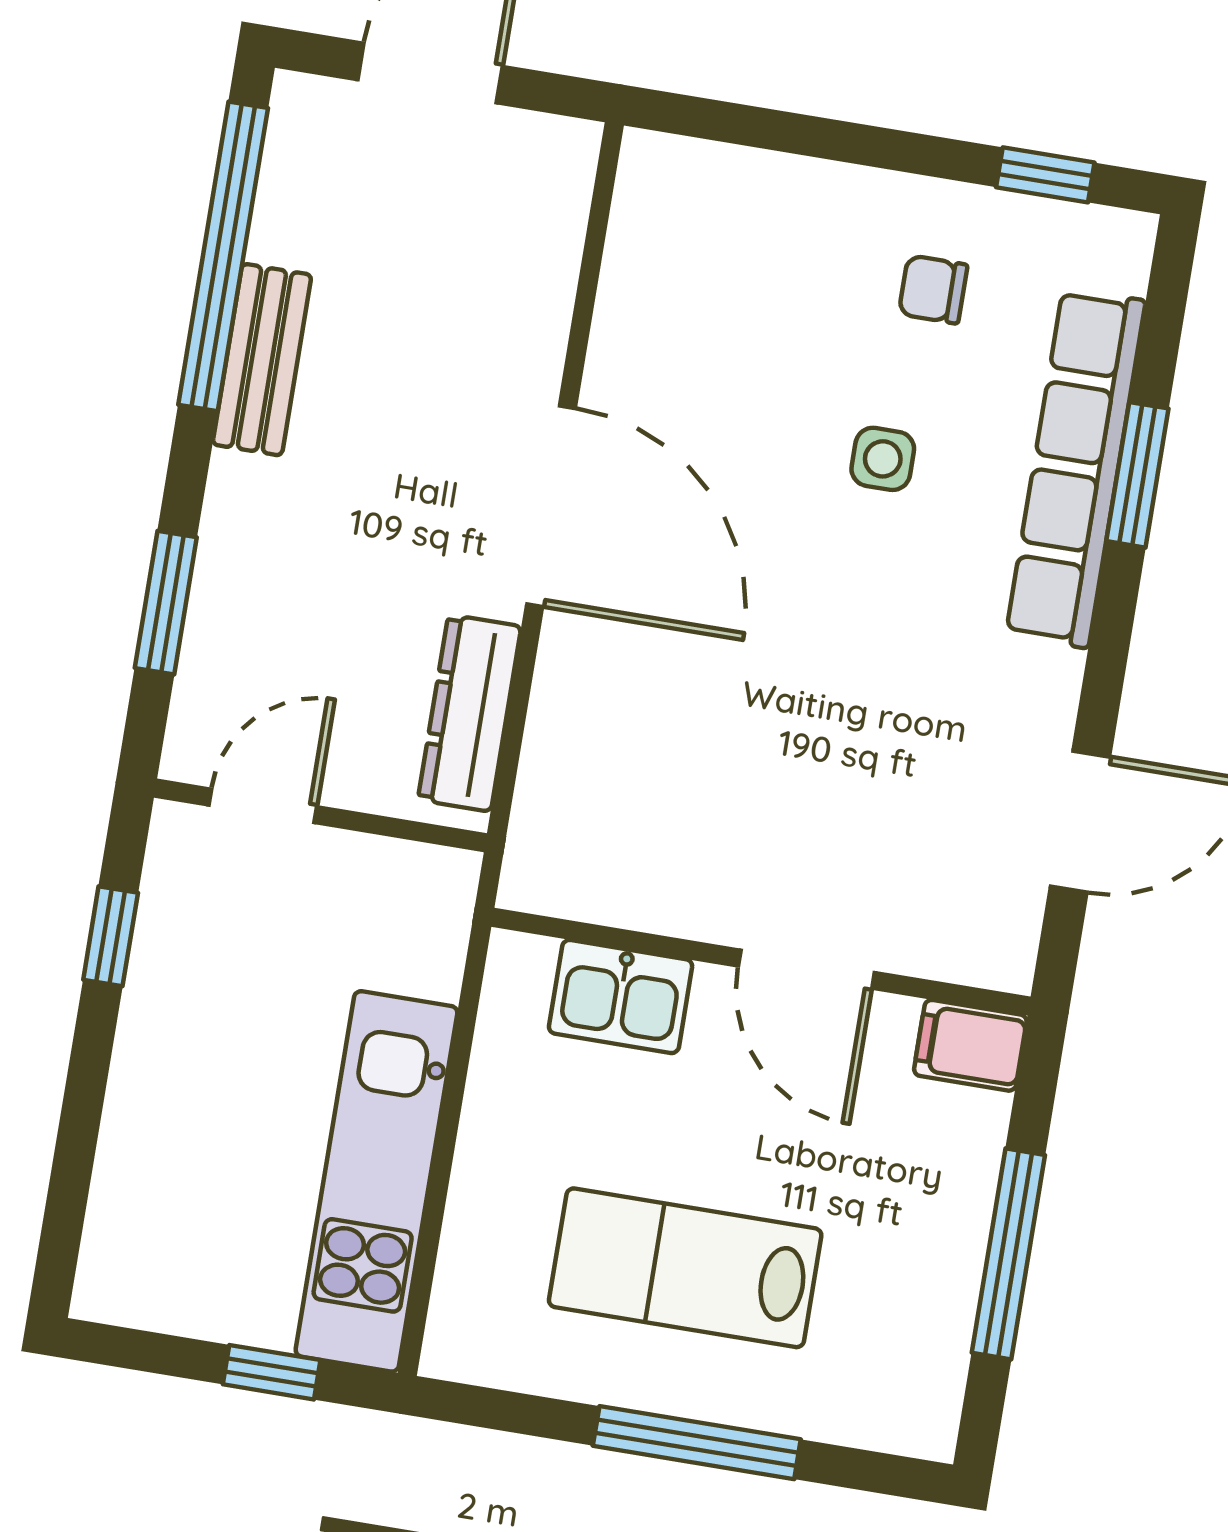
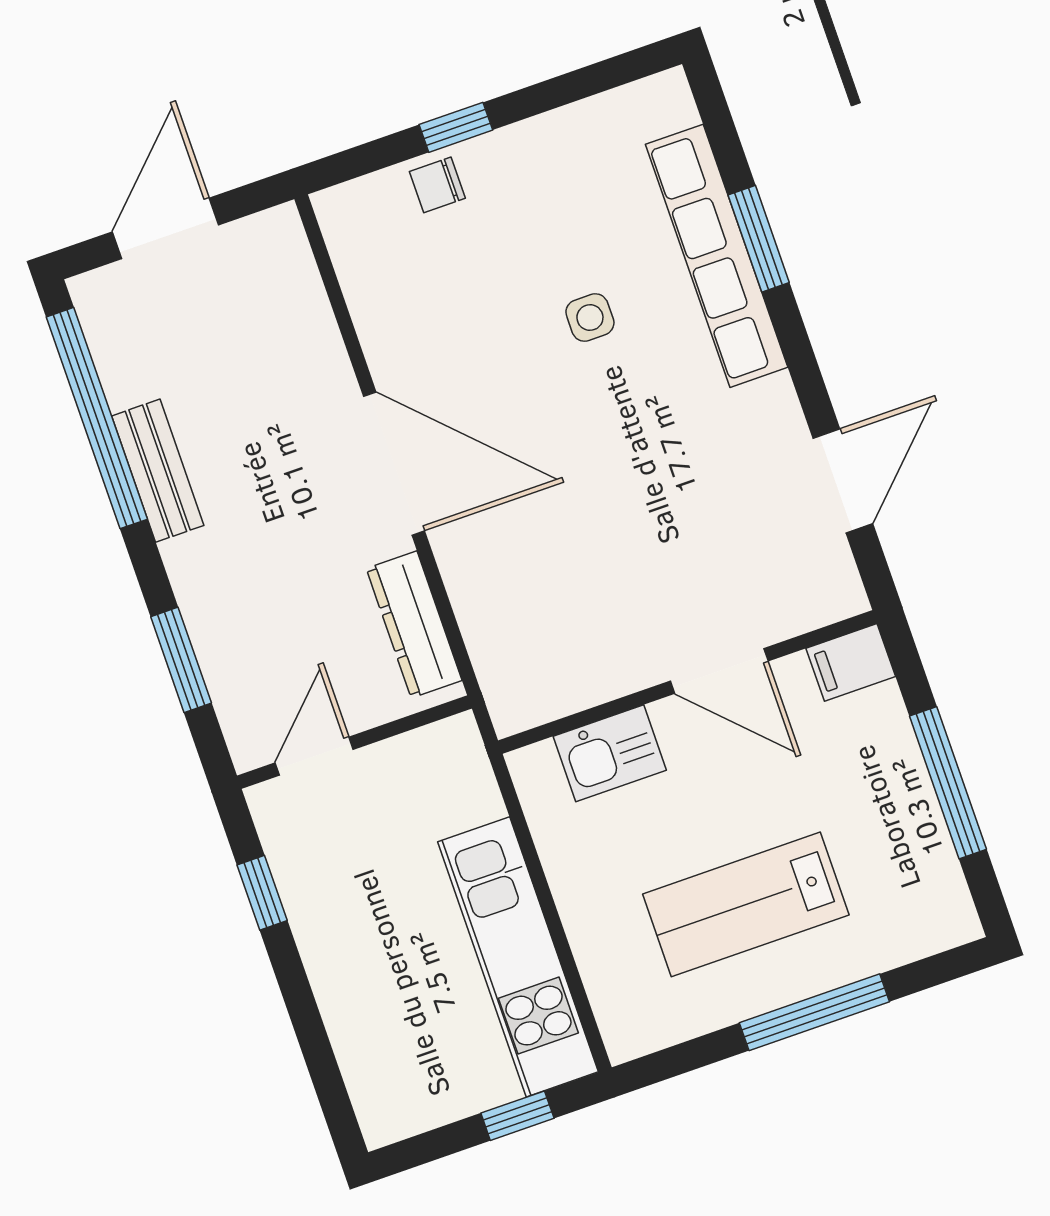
window: (1045, 175) -> (456, 127), moved
chair: (933, 289) -> (437, 185), moved

